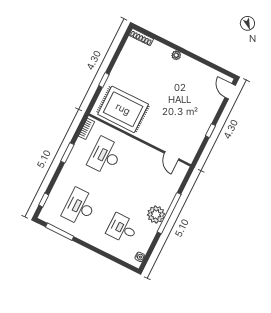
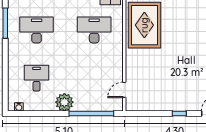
window: (210, 131) -> (179, 114), moved
window: (169, 213) -> (91, 114), moved

